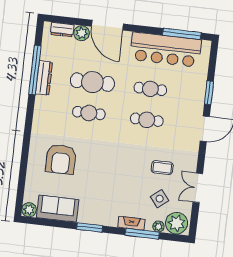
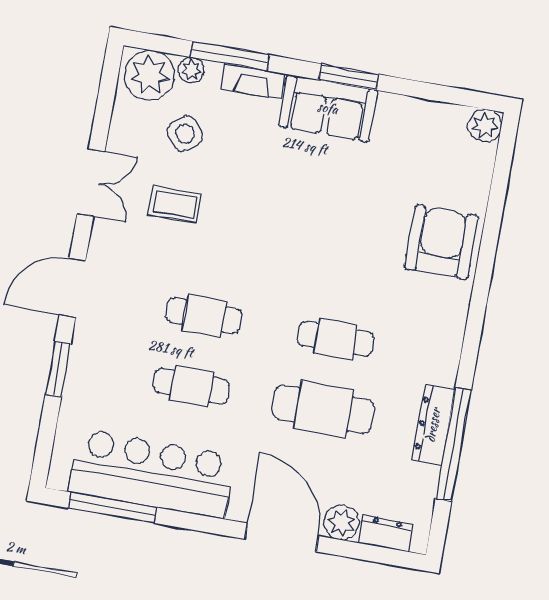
armchair: (61, 159) -> (441, 242), moved
double door: (198, 188) -> (91, 183), moved
sofa: (58, 209) -> (328, 108), moved

